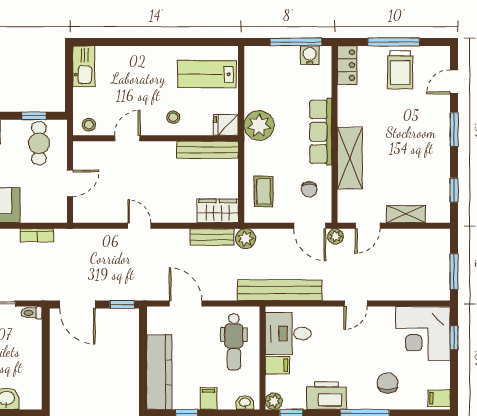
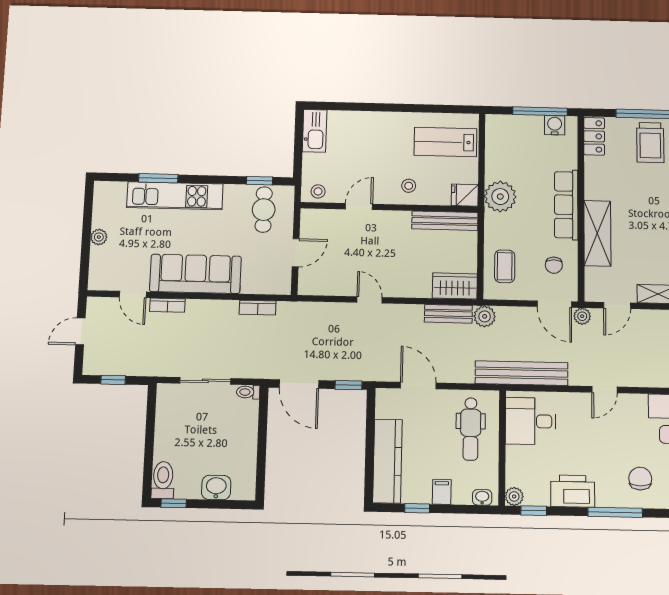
filing cabinet: (277, 365) -> (518, 456), removed

